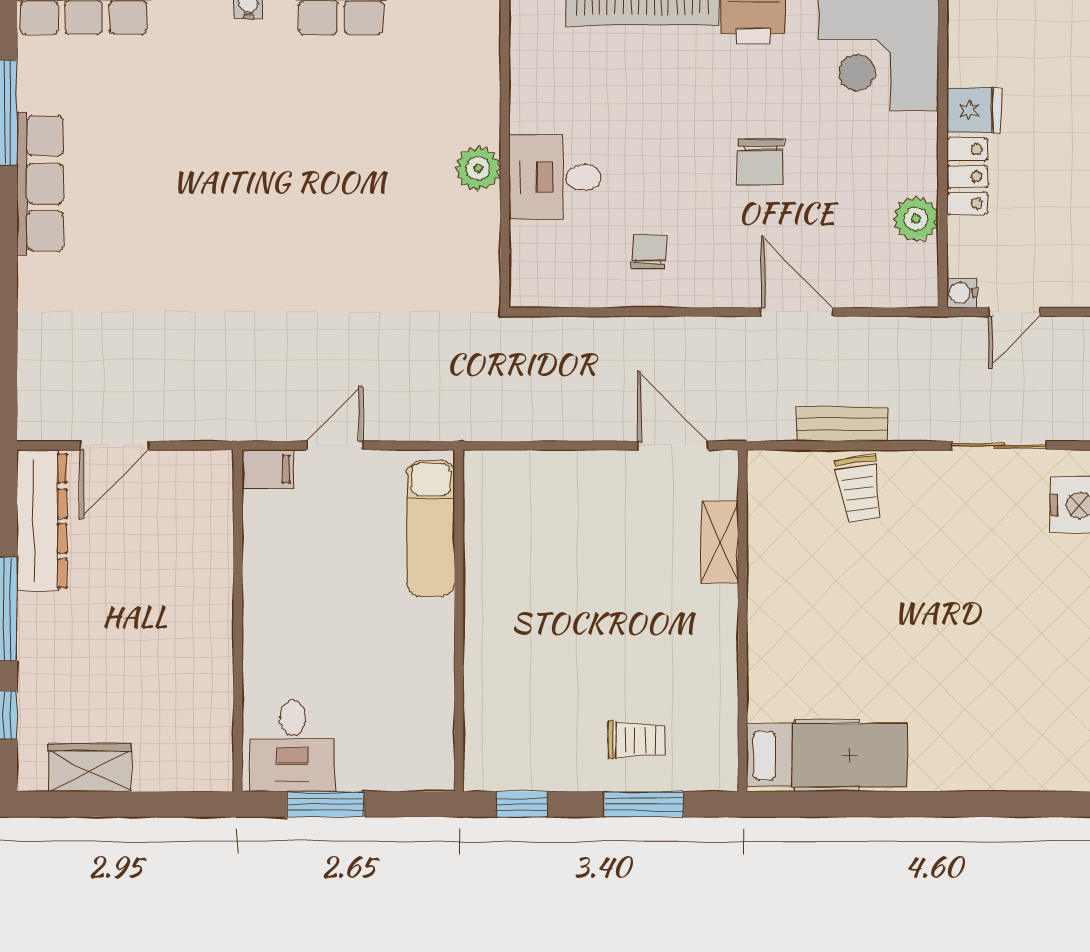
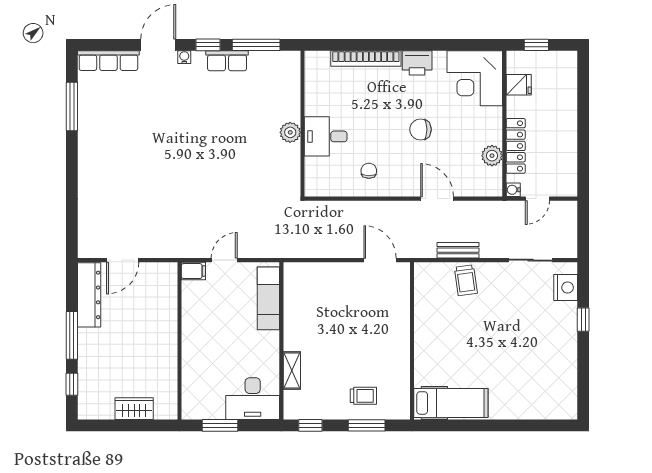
fridge: (974, 110) -> (519, 85), moved
chair: (761, 162) -> (420, 129), turned 90
locker: (967, 176) -> (516, 146), width x1.53
row of seats: (40, 183) -> (88, 139), removed
shelving: (720, 542) -> (292, 370), moved
desk: (293, 746) -> (253, 399), moved, width x1.37
wardrobe: (90, 768) -> (134, 409), moved

